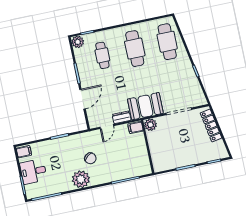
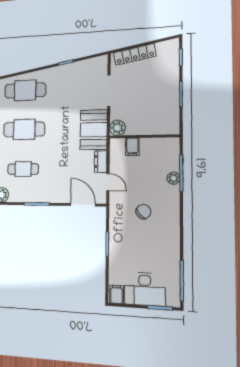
door: (82, 99) -> (83, 205), moved
filing cabinet: (135, 127) -> (132, 147), moved
desk: (33, 171) -> (145, 289), width x1.37
plant: (81, 179) -> (174, 178), moved, width x0.53, depth x0.53

